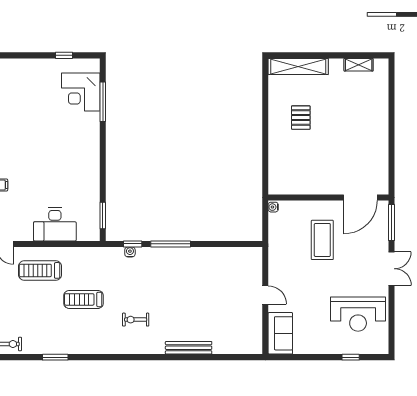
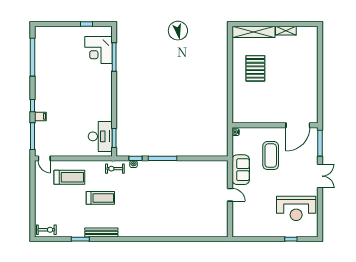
shelving: (359, 65) -> (286, 31), moved
pallet: (301, 118) -> (255, 68), width x1.50, depth x1.42
desk: (55, 224) -> (100, 136), moved, turned -90
treadmill: (40, 270) -> (69, 177), turned 180
treadmill: (84, 299) -> (100, 198), turned 180
exercise bike: (136, 320) -> (115, 169), moved
sofa: (280, 333) -> (241, 170), moved
bench: (189, 348) -> (101, 232), moved

